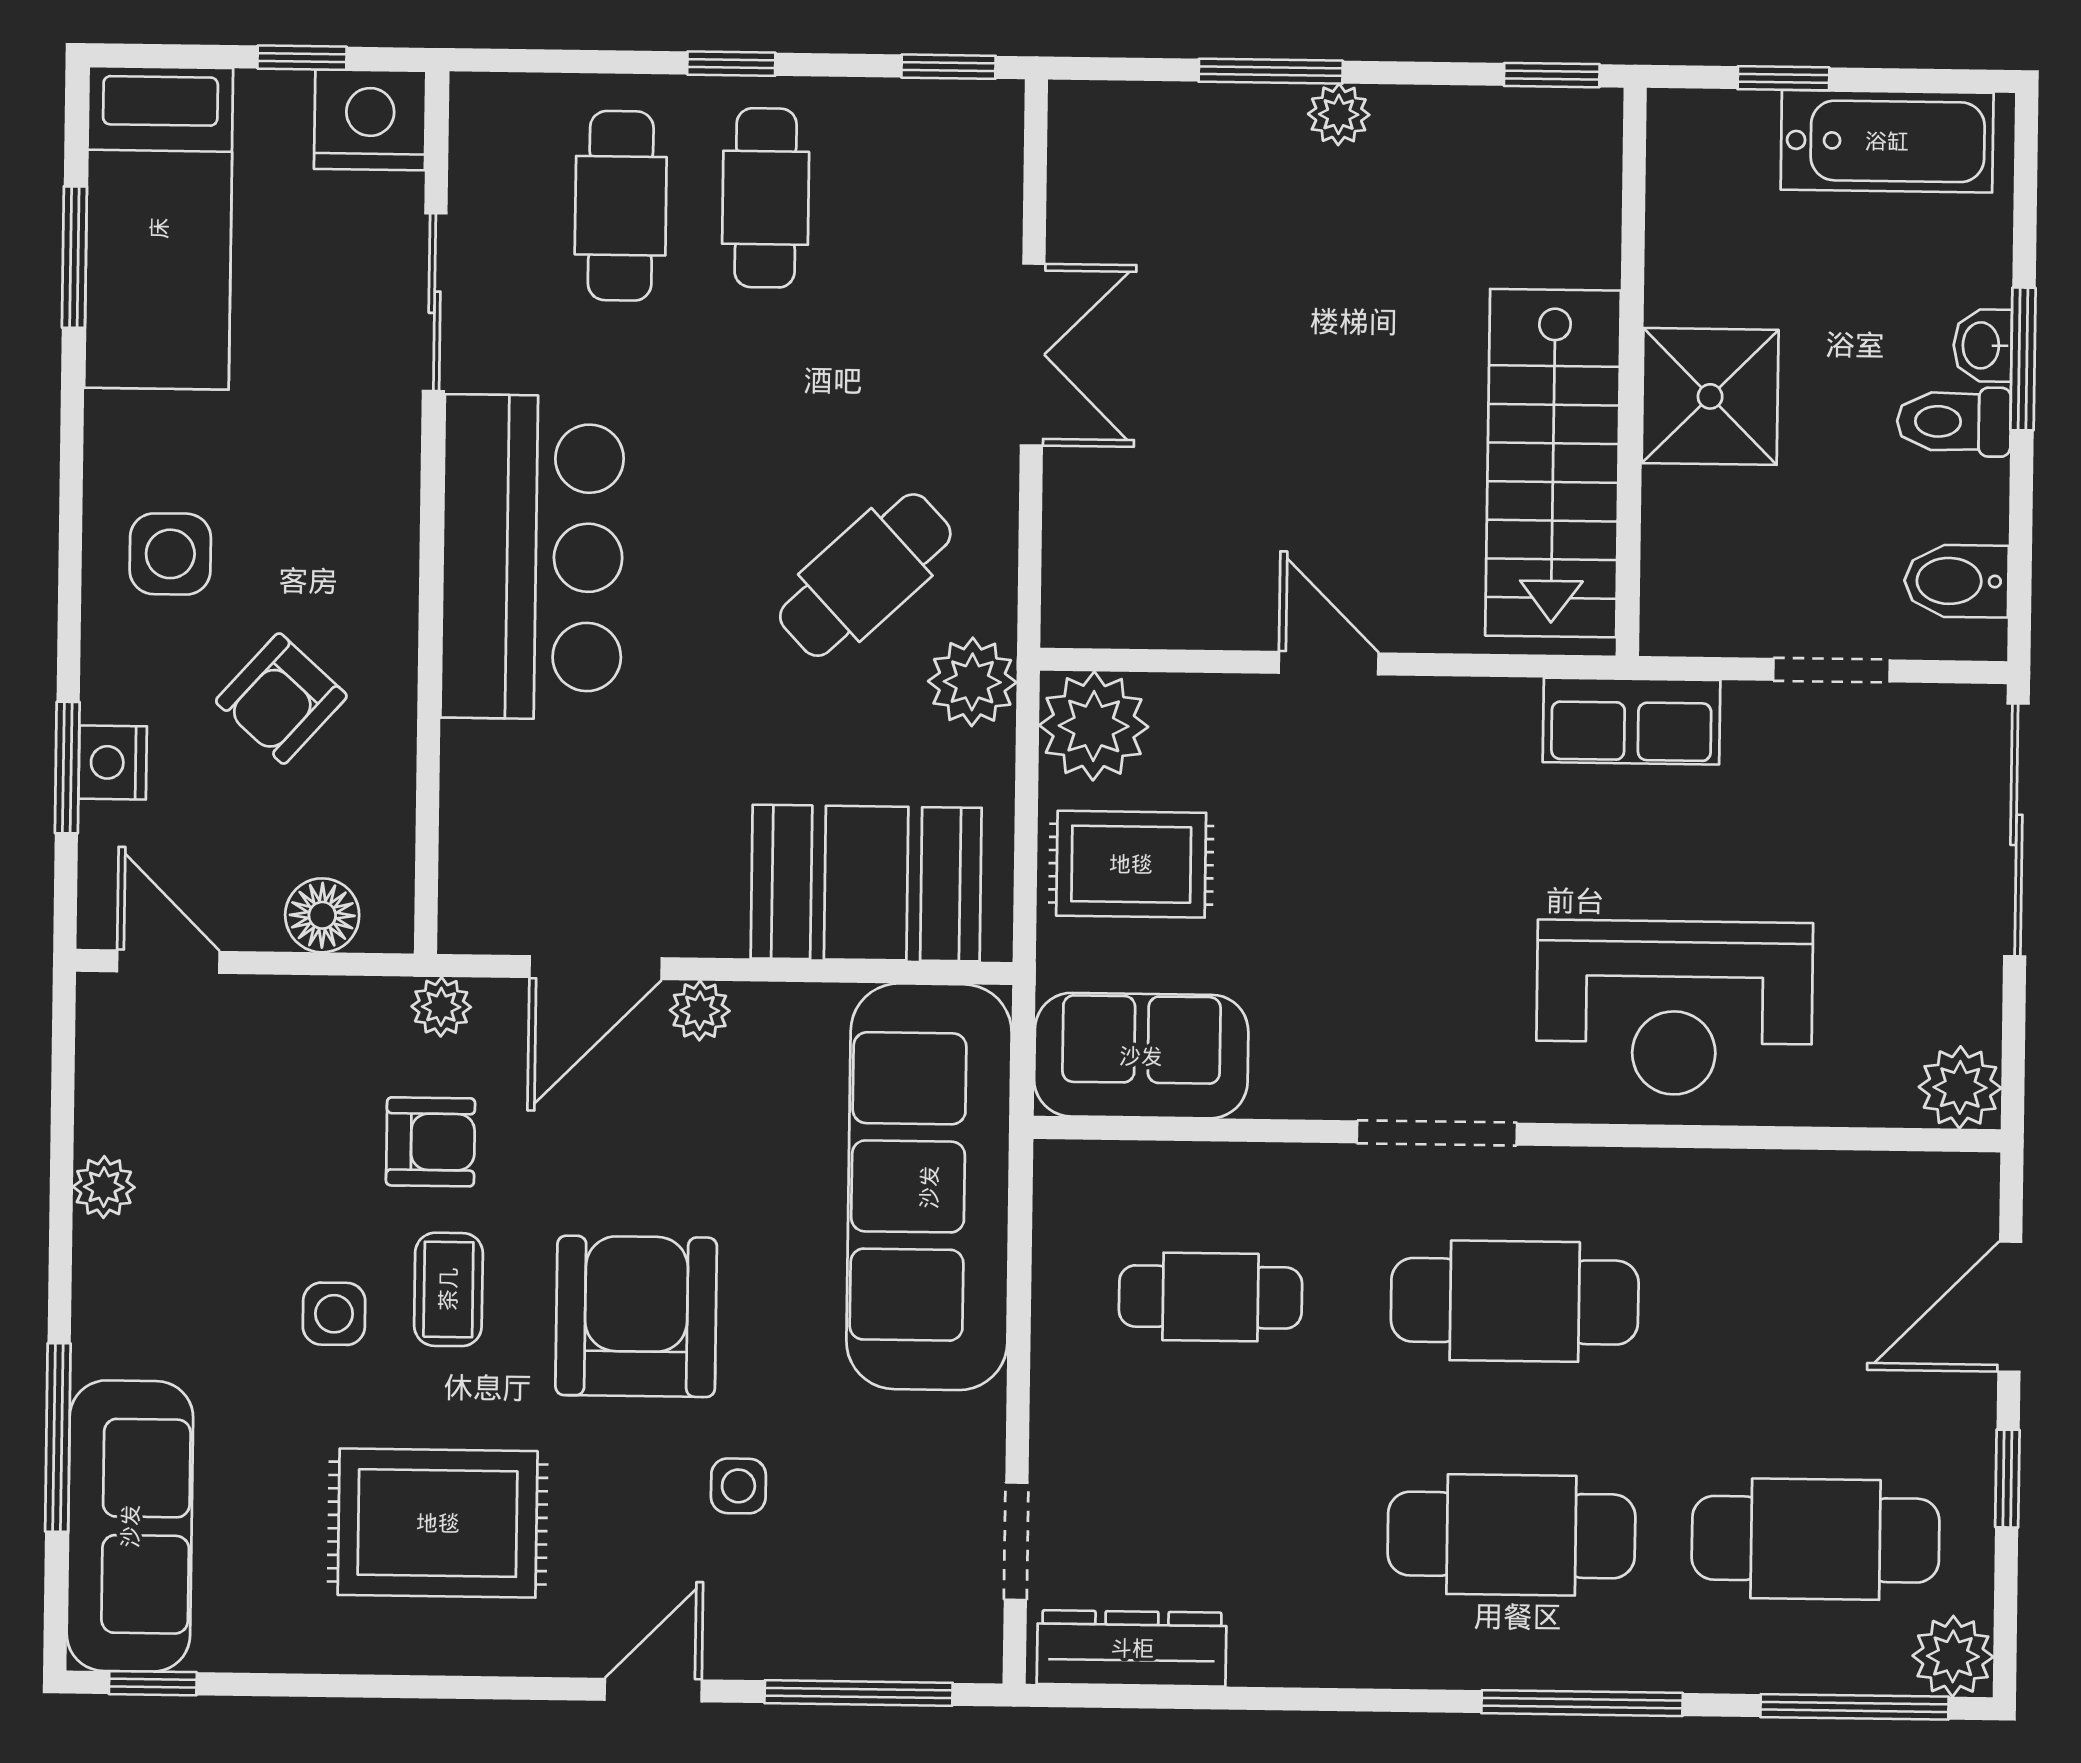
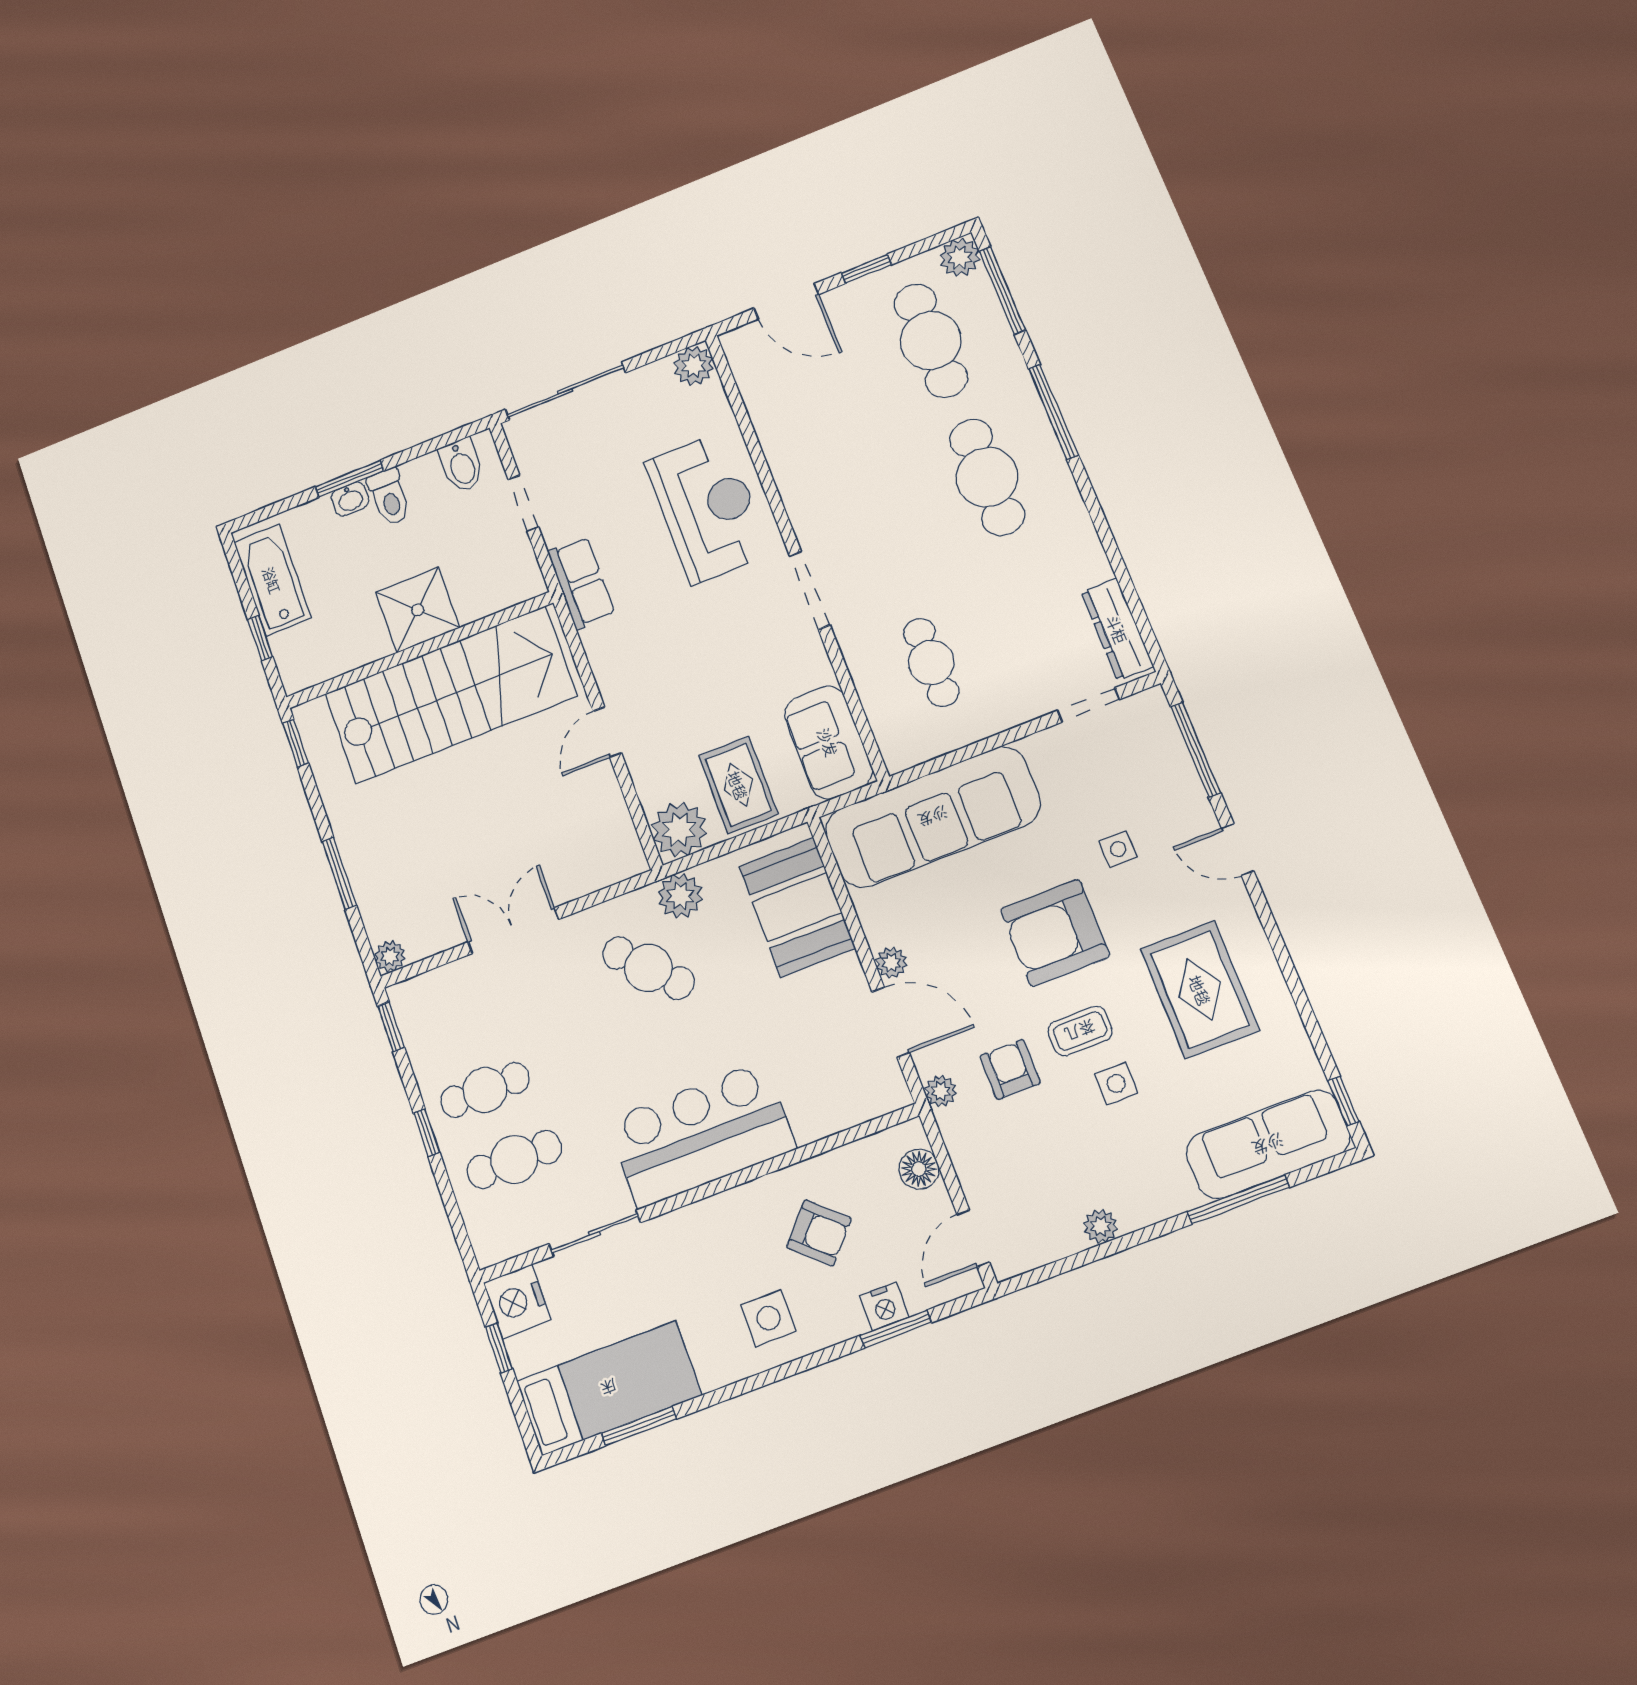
plant: (1339, 114) -> (390, 956), moved
stairs: (1553, 463) -> (451, 695), width x1.36, depth x1.51
cafe table: (1515, 1301) -> (875, 522), removed

